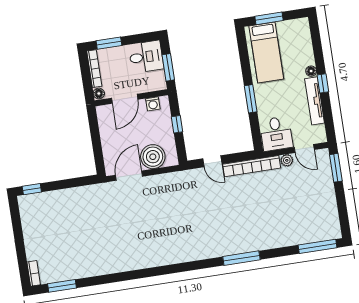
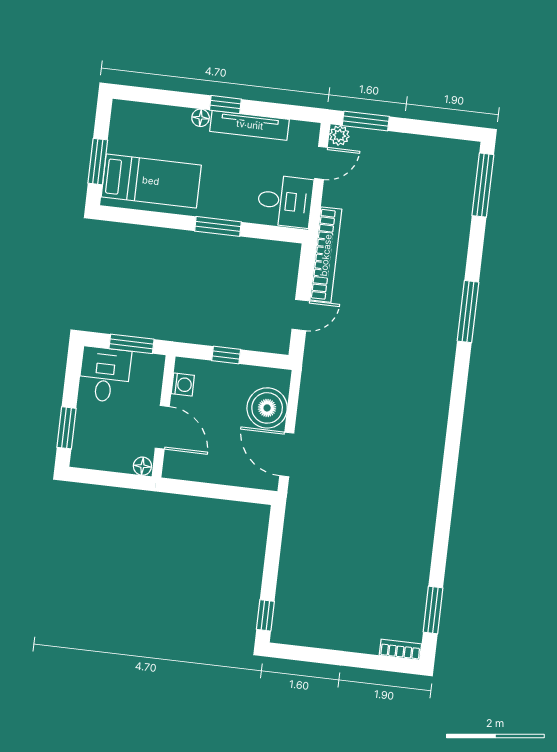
bookcase: (94, 69) -> (101, 462), removed
plant: (287, 160) -> (339, 135), moved

